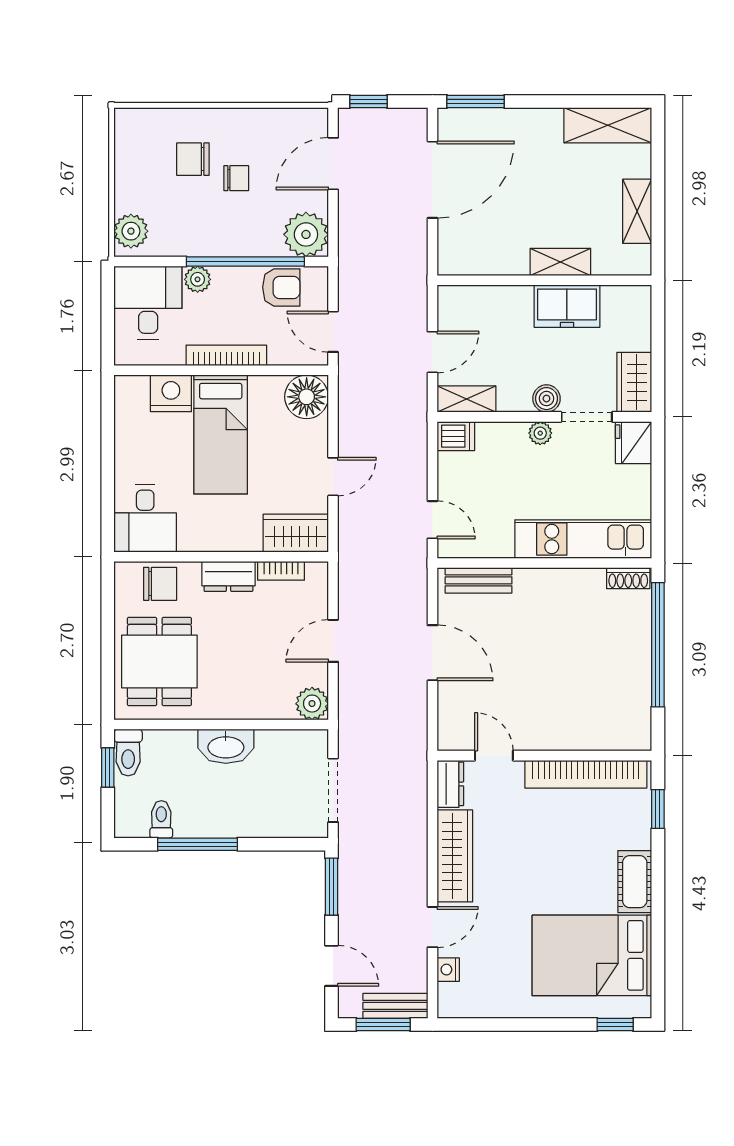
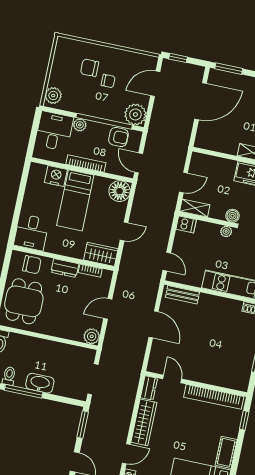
washbasin: (226, 746) -> (40, 383), moved, turned 180

